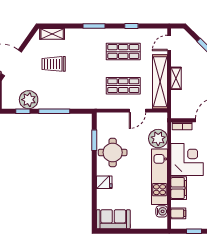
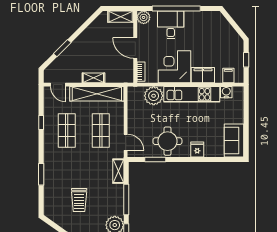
window: (94, 26) -> (41, 174), moved
shelving: (52, 34) -> (118, 171), moved
door: (138, 111) -> (126, 142), moved

